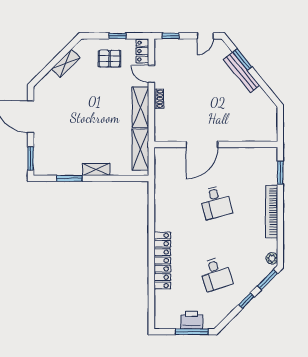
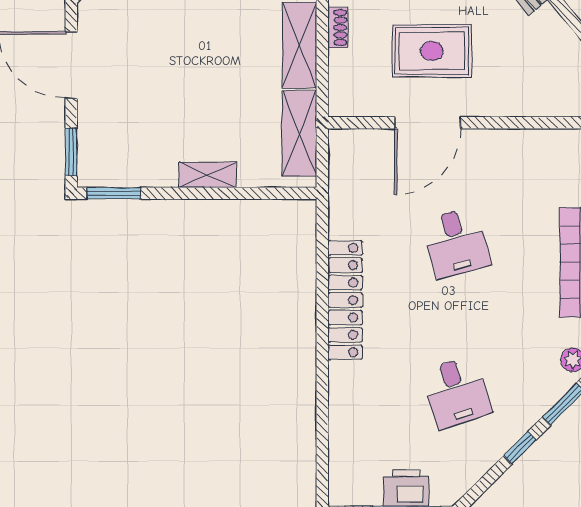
rug: (204, 110) -> (432, 51), added
window: (69, 178) -> (114, 193), moved
locker: (162, 260) -> (345, 300), moved

